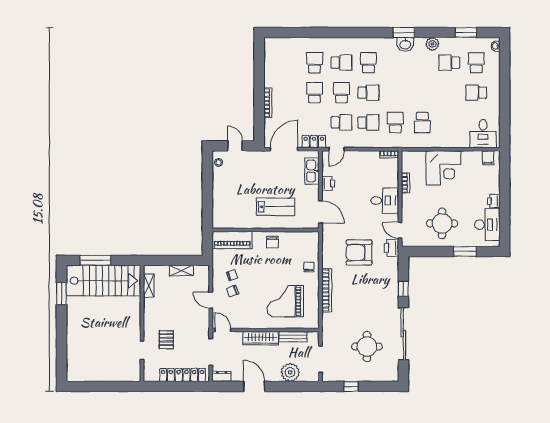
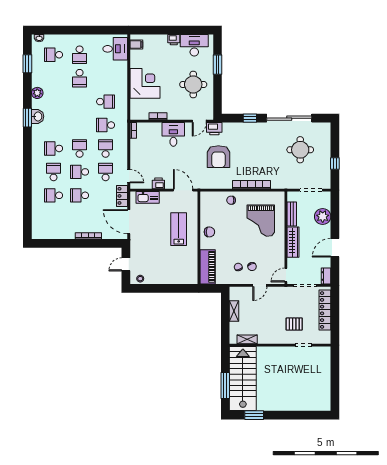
school desk: (449, 63) -> (80, 78), moved
door: (320, 212) -> (183, 190), hinge flipped

